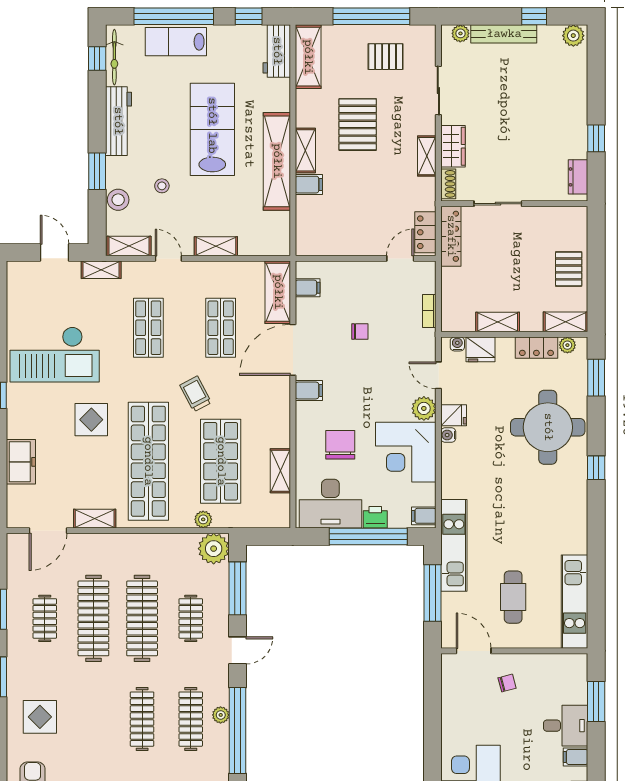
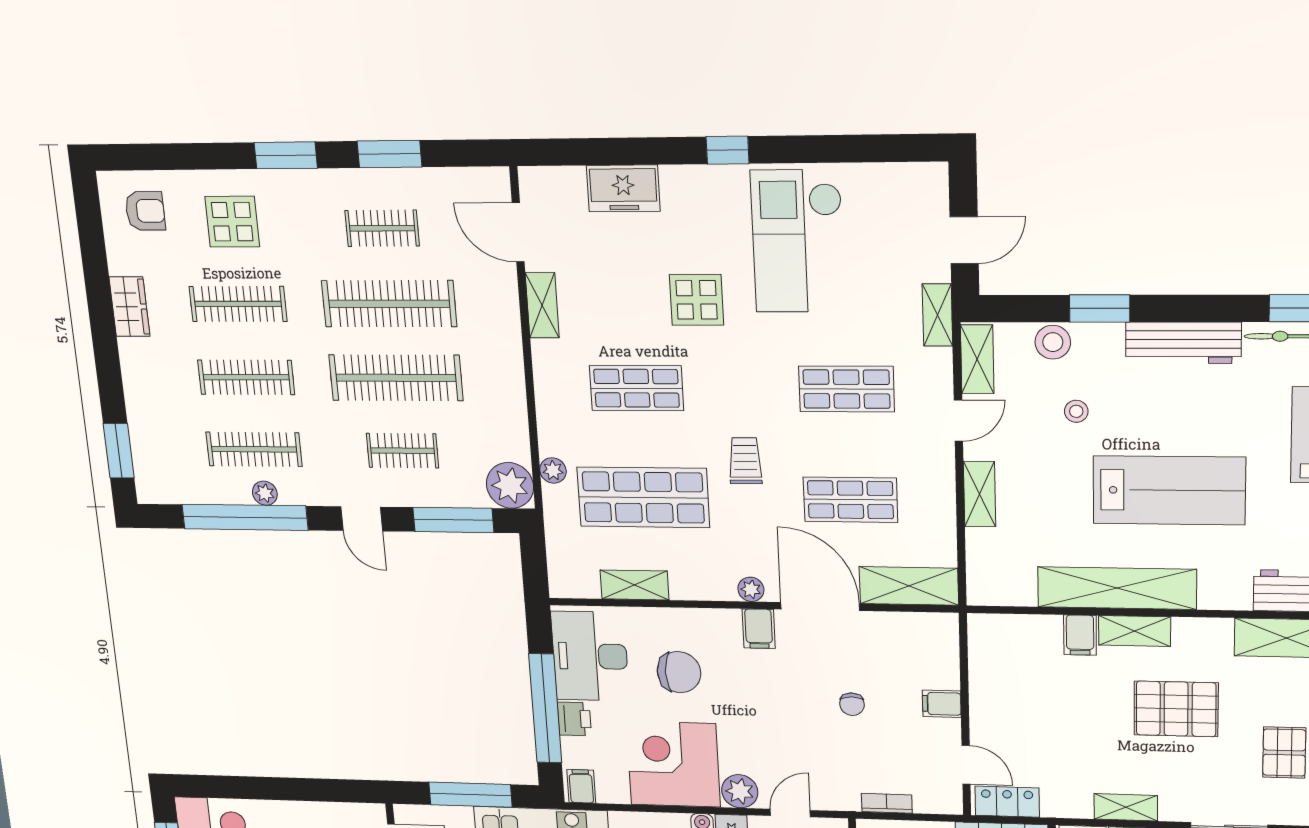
filing cabinet: (308, 288) -> (942, 704), moved, turned 90
trolley: (196, 394) -> (745, 461), turned -62
plant: (282, 394) -> (751, 589), added
shop shelf: (148, 461) -> (636, 388), width x0.50, depth x0.74
clothes rail: (93, 719) -> (238, 304), added

